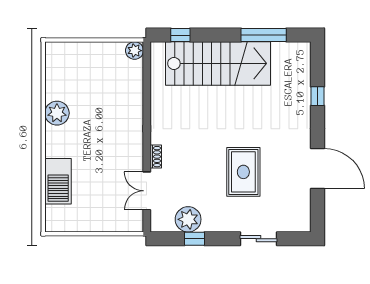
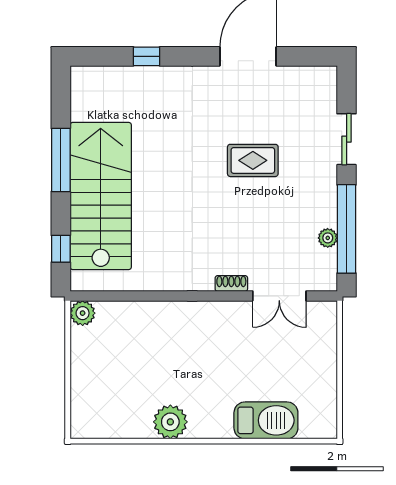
window: (264, 35) -> (61, 160), moved
rug: (243, 172) -> (253, 160), width x0.73, depth x0.70
plant: (188, 219) -> (328, 238), width x0.53, depth x0.53
window: (195, 239) -> (347, 229), width x3.17

